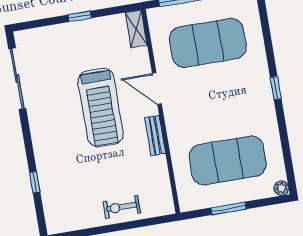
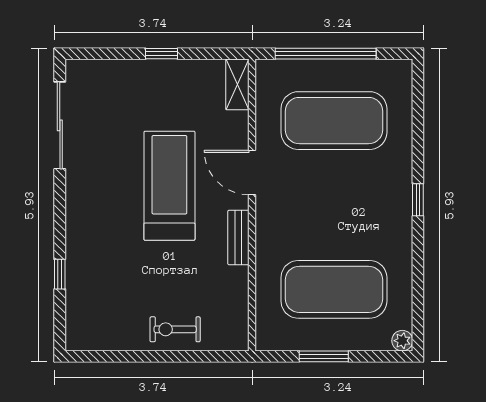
treadmill: (101, 108) -> (169, 186), turned 180

